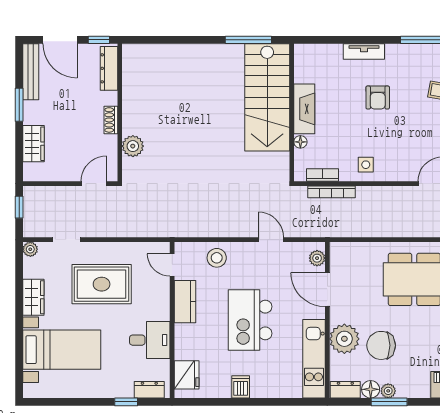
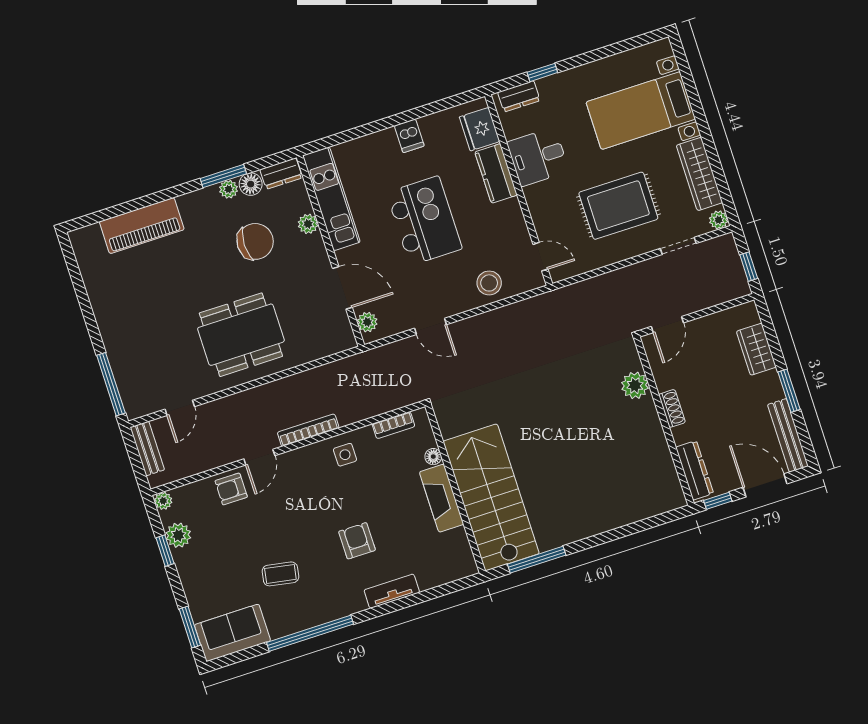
bookcase: (331, 192) -> (308, 430), moved
wardrobe: (33, 297) -> (699, 174), width x1.50
kitchen counter: (185, 302) -> (496, 173), moved
plant: (344, 339) -> (308, 224), width x0.53, depth x0.53

